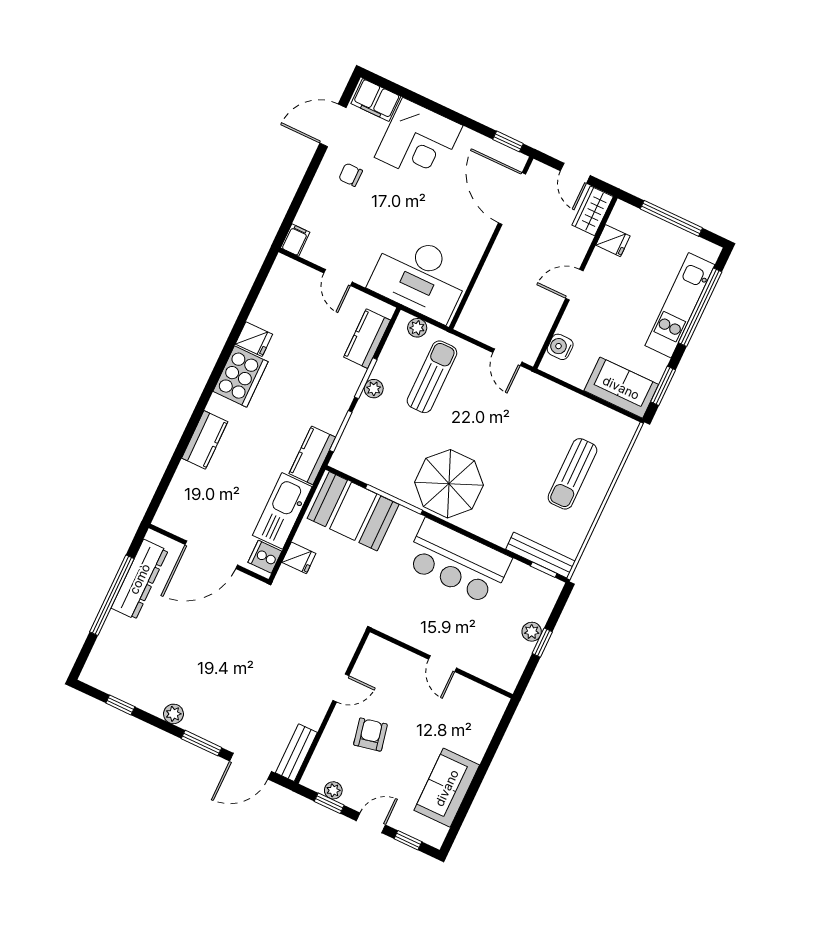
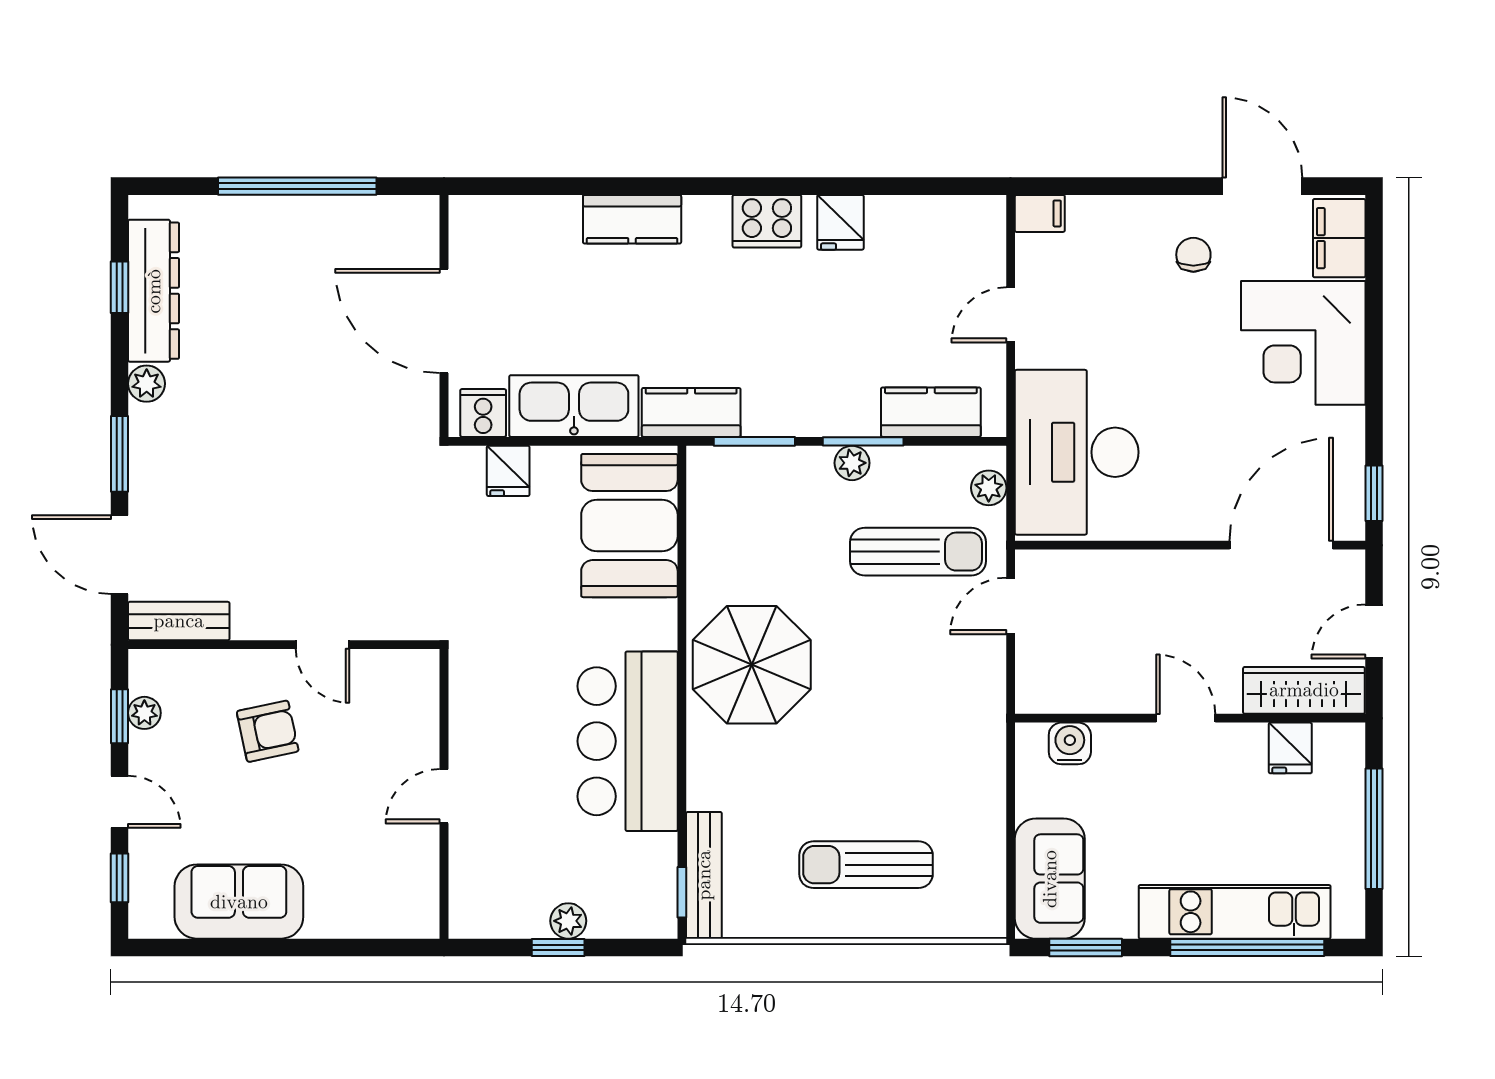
wardrobe: (593, 211) -> (1304, 690), width x1.50
door: (507, 357) -> (1011, 606), moved
cooker: (241, 377) -> (767, 221), width x0.73, depth x0.76
window: (394, 499) -> (682, 585), removed
dresser: (140, 579) -> (154, 291), moved, turned -90

